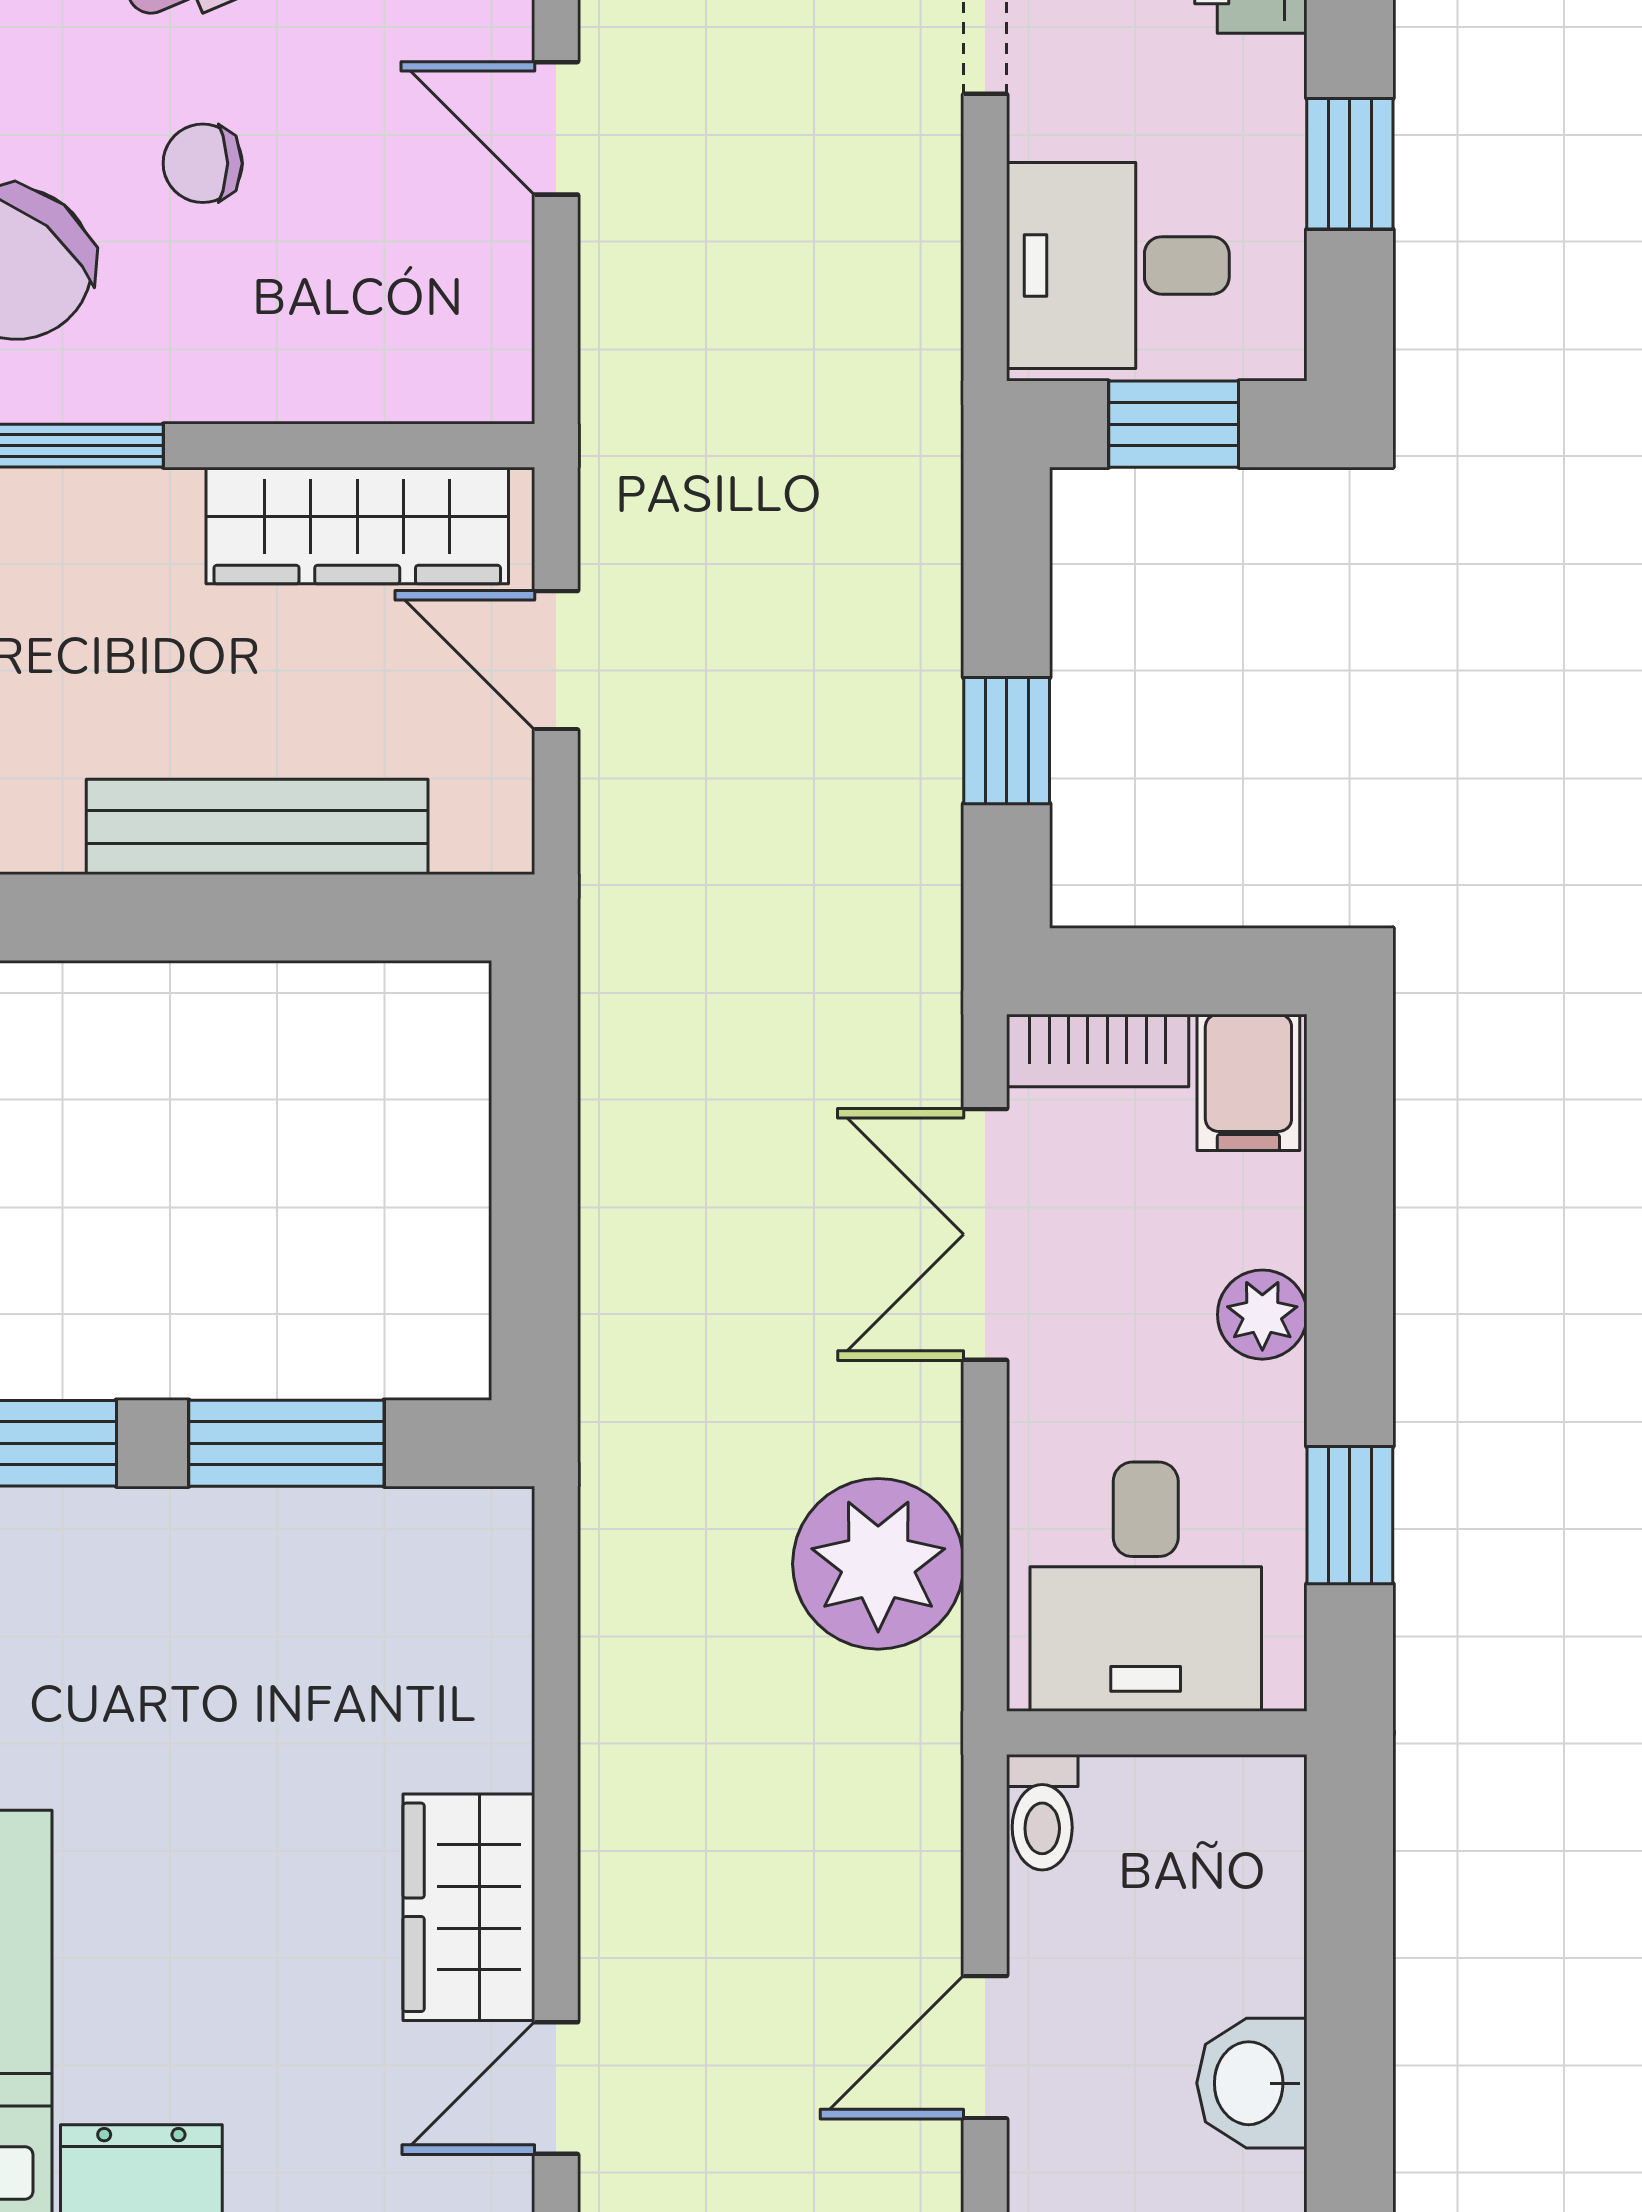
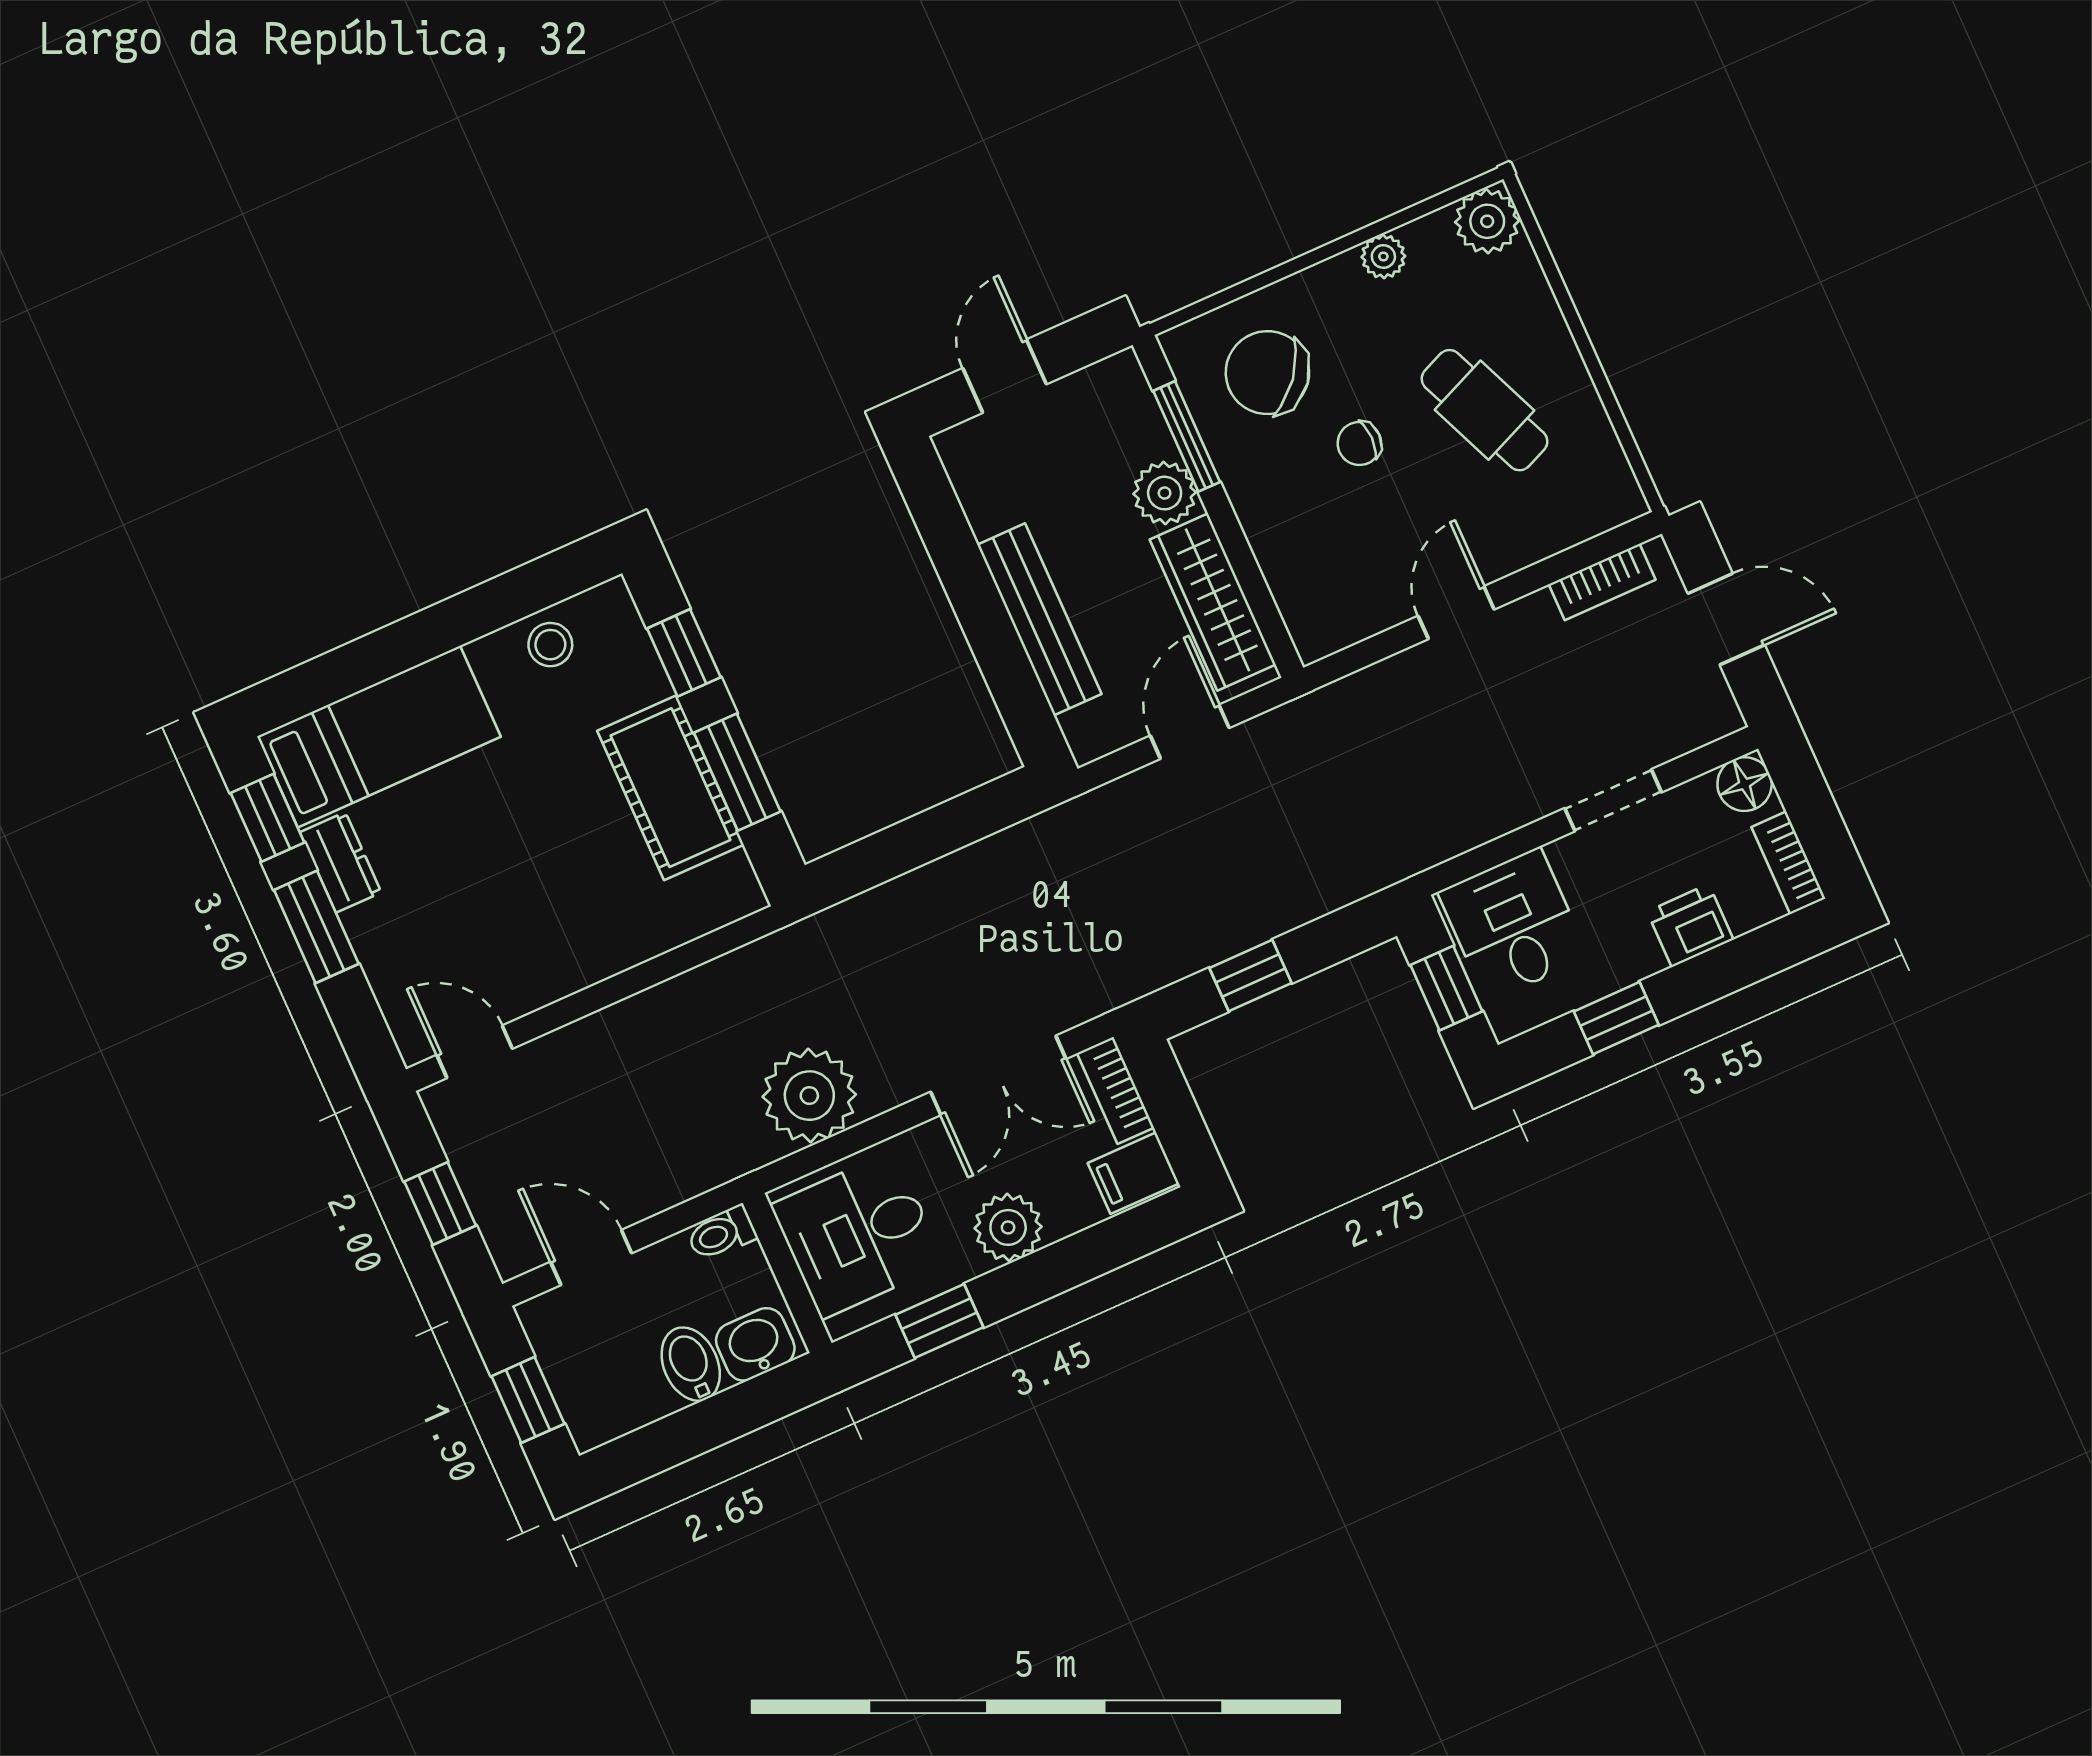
chair: (203, 163) -> (1359, 443), turned -90
plant: (140, 524) -> (1165, 493), added
double door: (985, 1234) -> (998, 1075), swing flipped
plant: (1262, 1315) -> (1008, 1227), width x1.38, depth x1.38
cot: (263, 1566) -> (670, 788), added
wardrobe: (469, 1907) -> (546, 967), removed
bidet: (1237, 1961) -> (691, 1364), added
washbasin: (1252, 2083) -> (755, 1344), moved

